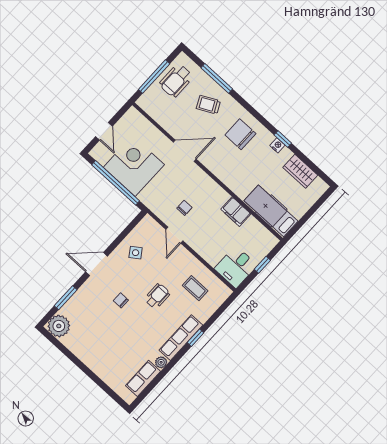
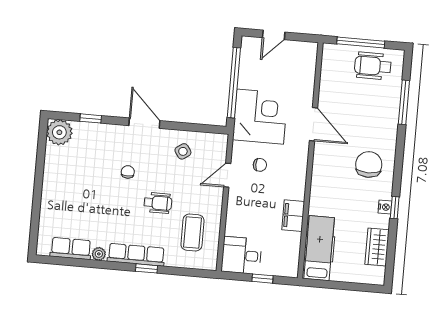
trolley: (208, 105) -> (373, 113), removed
corner desk: (134, 166) -> (260, 117), moved
coffee table: (195, 288) -> (192, 233), width x1.36, depth x1.30
window: (66, 298) -> (91, 118), width x0.67

